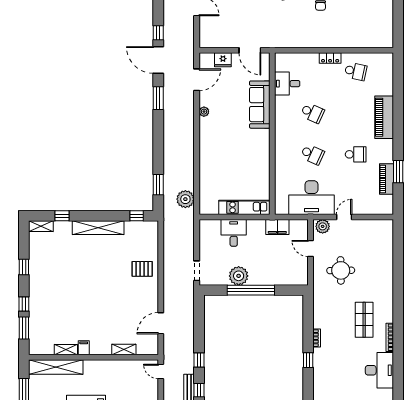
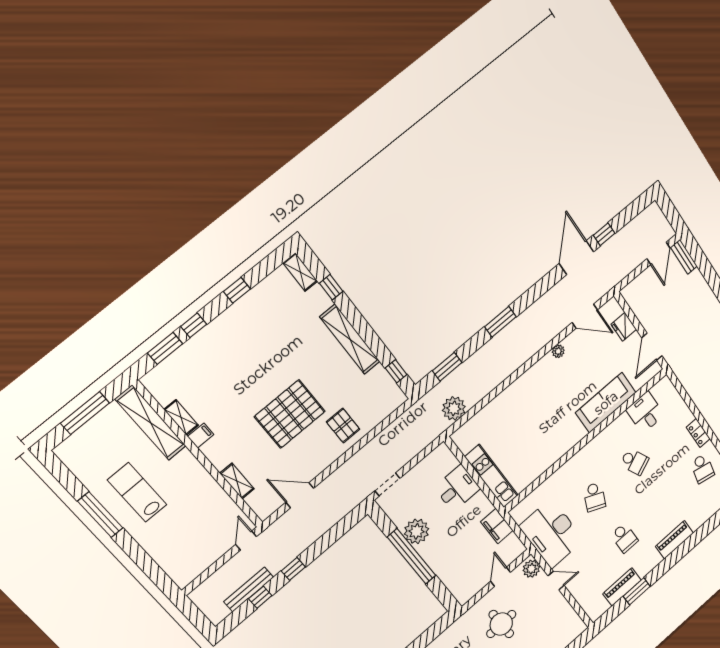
window: (158, 98) -> (500, 322), moved
school desk: (312, 113) -> (634, 462), turned -48
piano: (384, 117) -> (674, 540), width x0.73, depth x0.75
pallet: (111, 292) -> (290, 414), added

